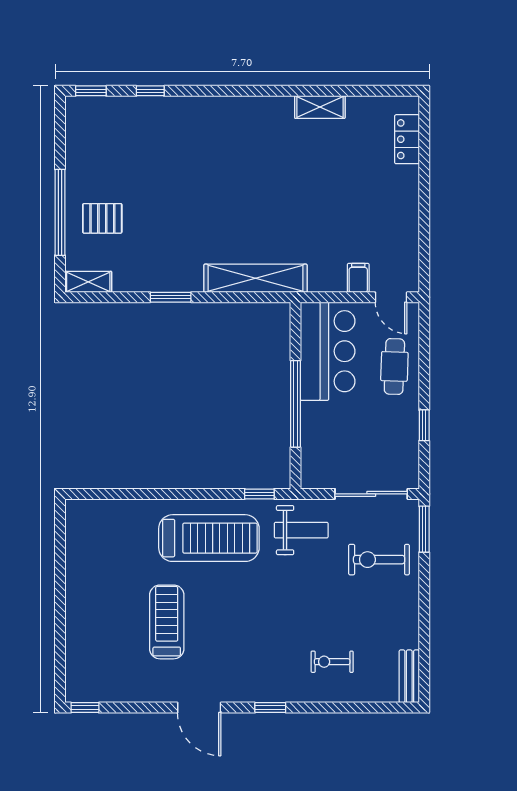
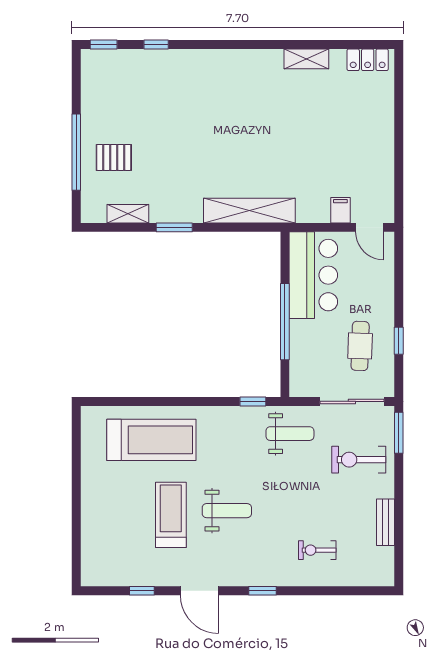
locker: (407, 139) -> (368, 60), moved, turned -90
shelving: (88, 282) -> (128, 214), moved
cafe table: (394, 366) -> (360, 346), moved
treadmill: (209, 538) -> (151, 440), moved
weight bench: (230, 617) -> (227, 511), added
bench: (409, 676) -> (386, 522), moved
window: (85, 708) -> (142, 591), moved

